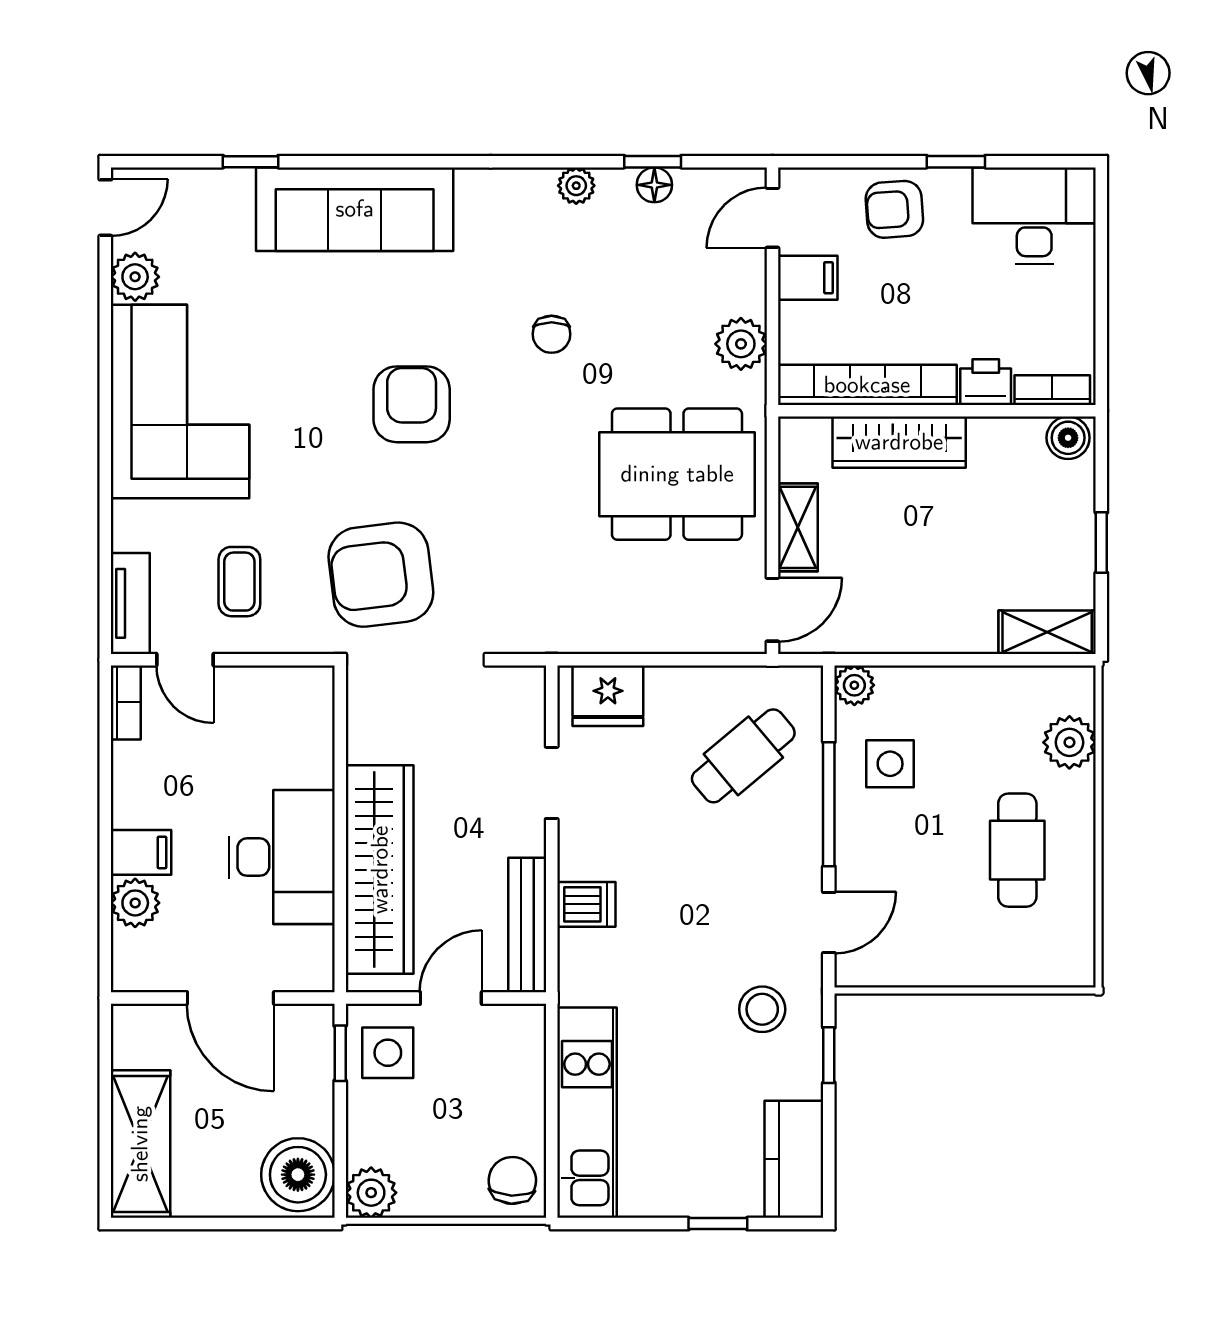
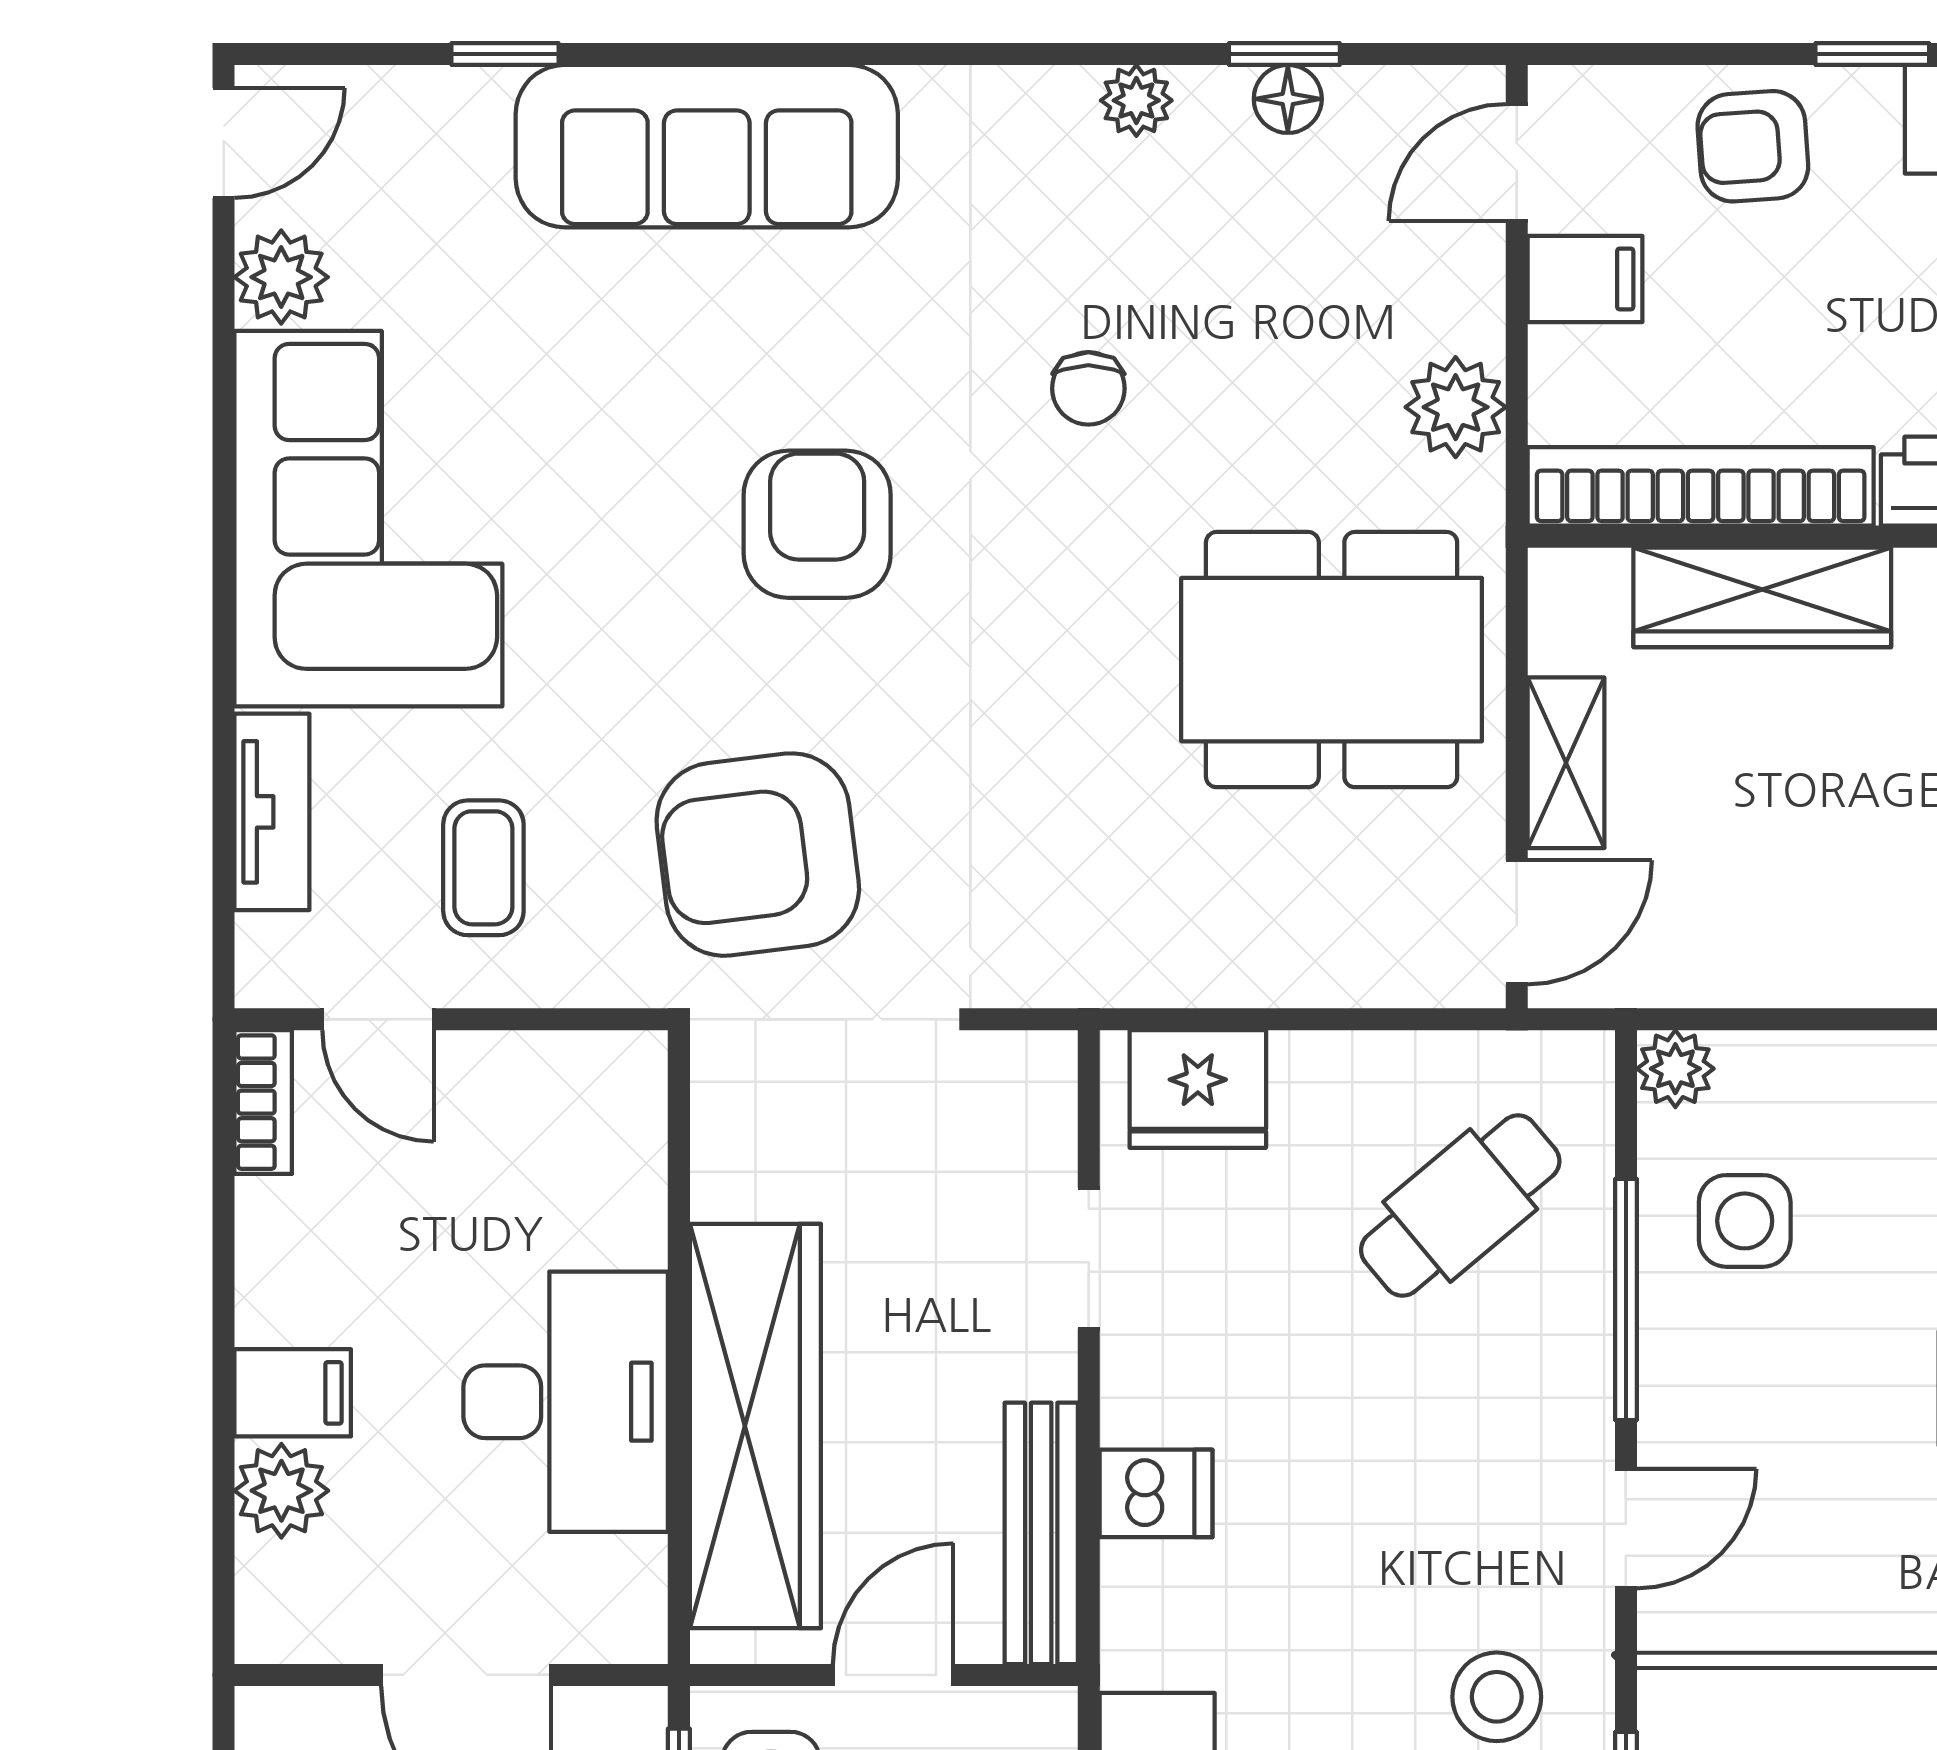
tv unit: (130, 603) -> (272, 812), moved

